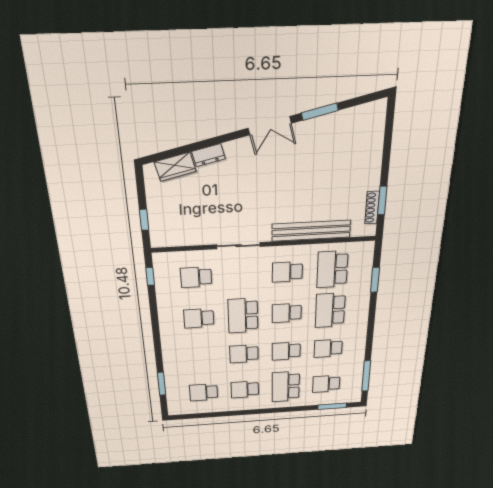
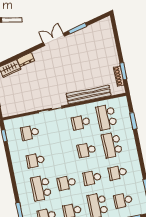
double door: (270, 126) -> (54, 39), swing flipped
school desk: (243, 316) -> (41, 188), moved

